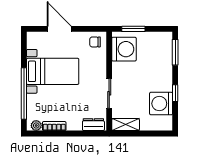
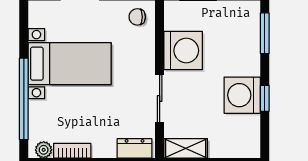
washing machine: (124, 49) -> (183, 51), moved
washing machine: (161, 104) -> (242, 95), moved

